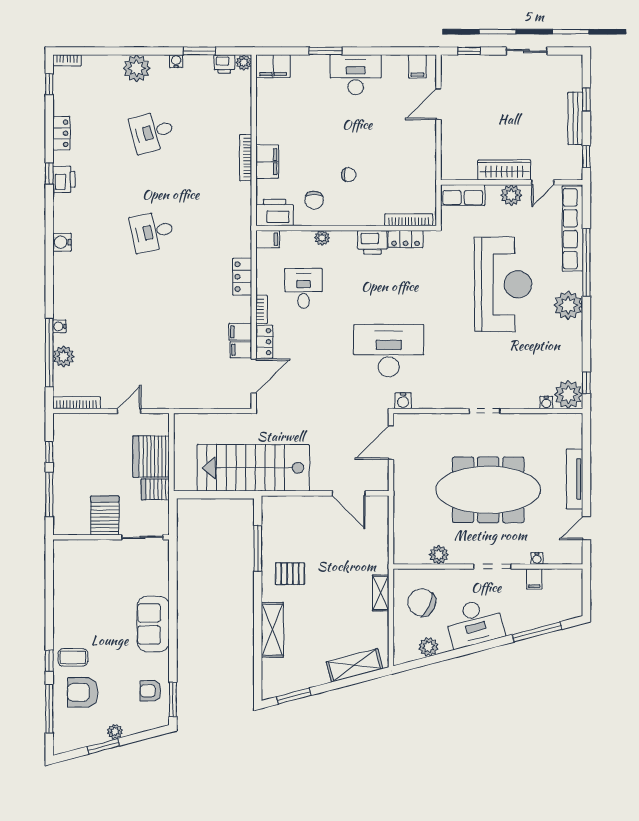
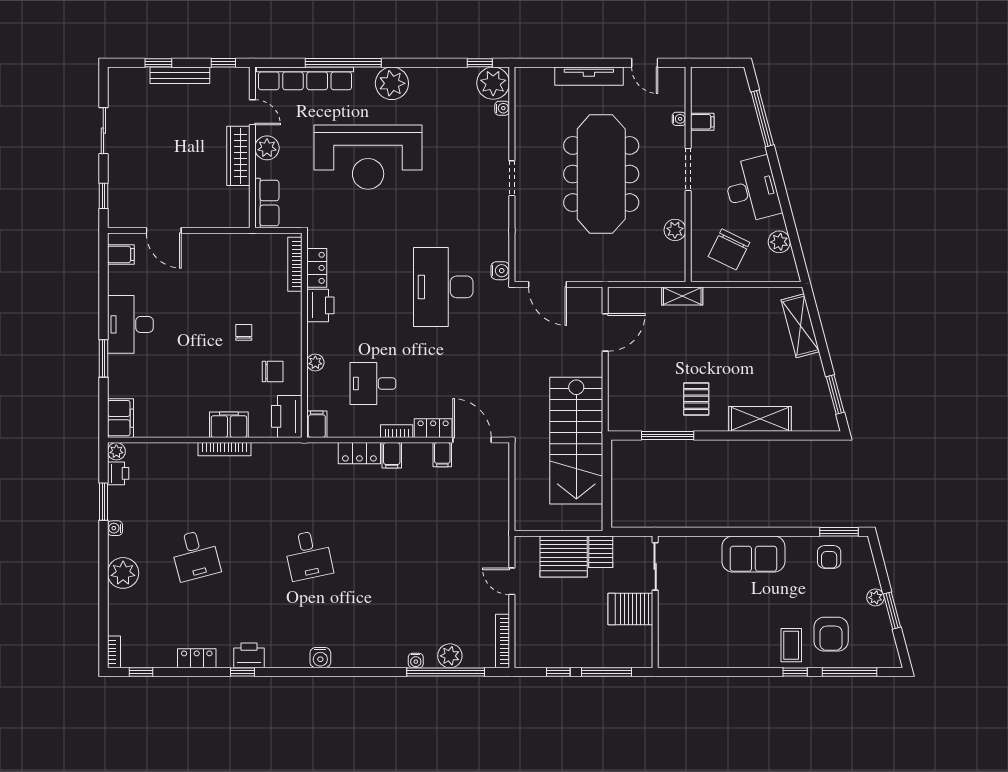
reception desk: (503, 284) -> (368, 157), turned 180
filing cabinet: (240, 332) -> (392, 455), moved
shelving: (381, 593) -> (682, 296), moved

